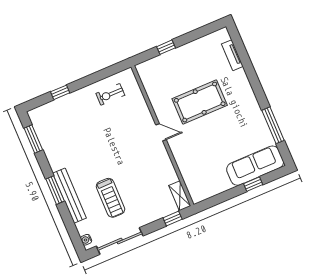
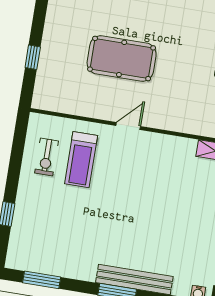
pool table: (200, 102) -> (122, 59), turned 90
treadmill: (111, 198) -> (81, 160), moved, turned 90

